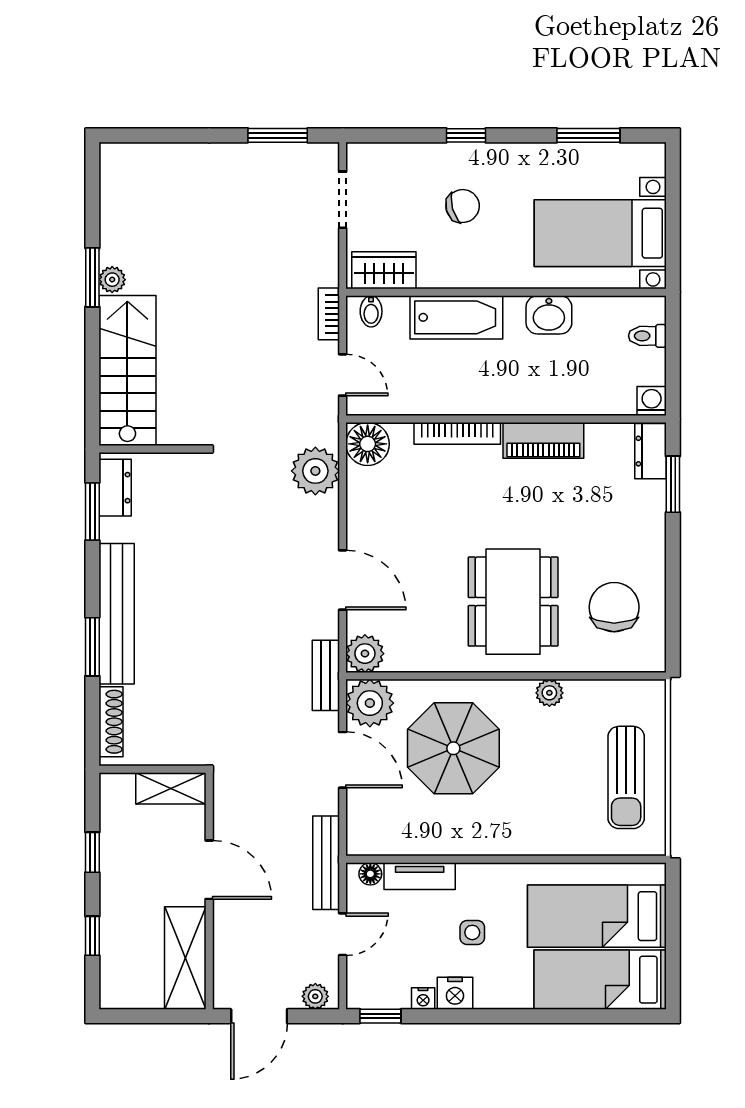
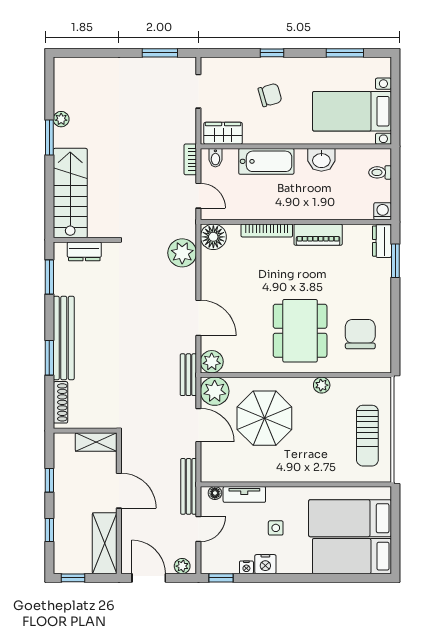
plant: (112, 280) -> (61, 119), moved
dresser: (115, 488) -> (84, 251), moved, turned 90
window: (132, 1016) -> (73, 578), added
door: (259, 1016) -> (149, 578), swing flipped

